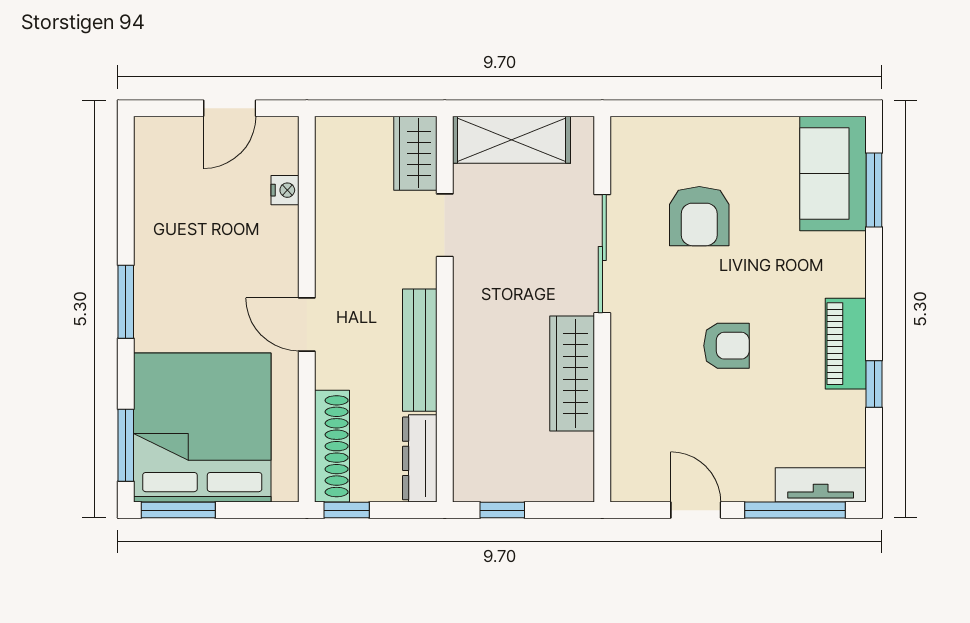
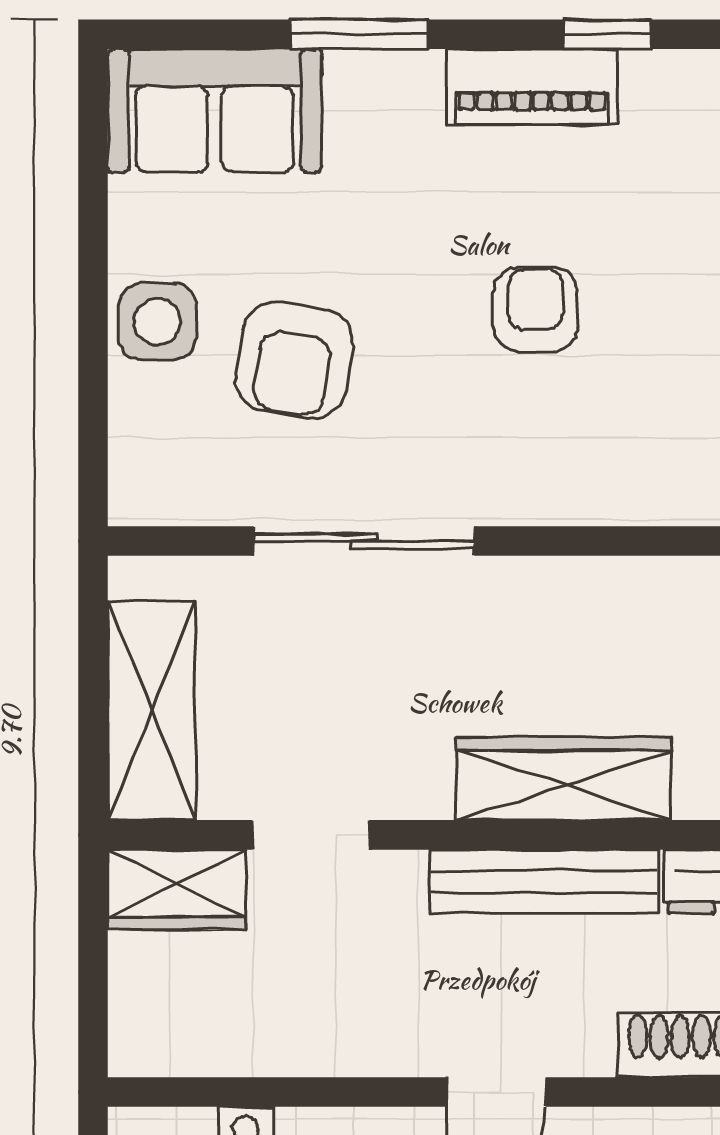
side table: (720, 143) -> (157, 322), added
window: (874, 190) -> (359, 34), moved
armchair: (699, 216) -> (294, 360), turned 99
wardrobe: (572, 374) -> (564, 779), moved, turned 180

